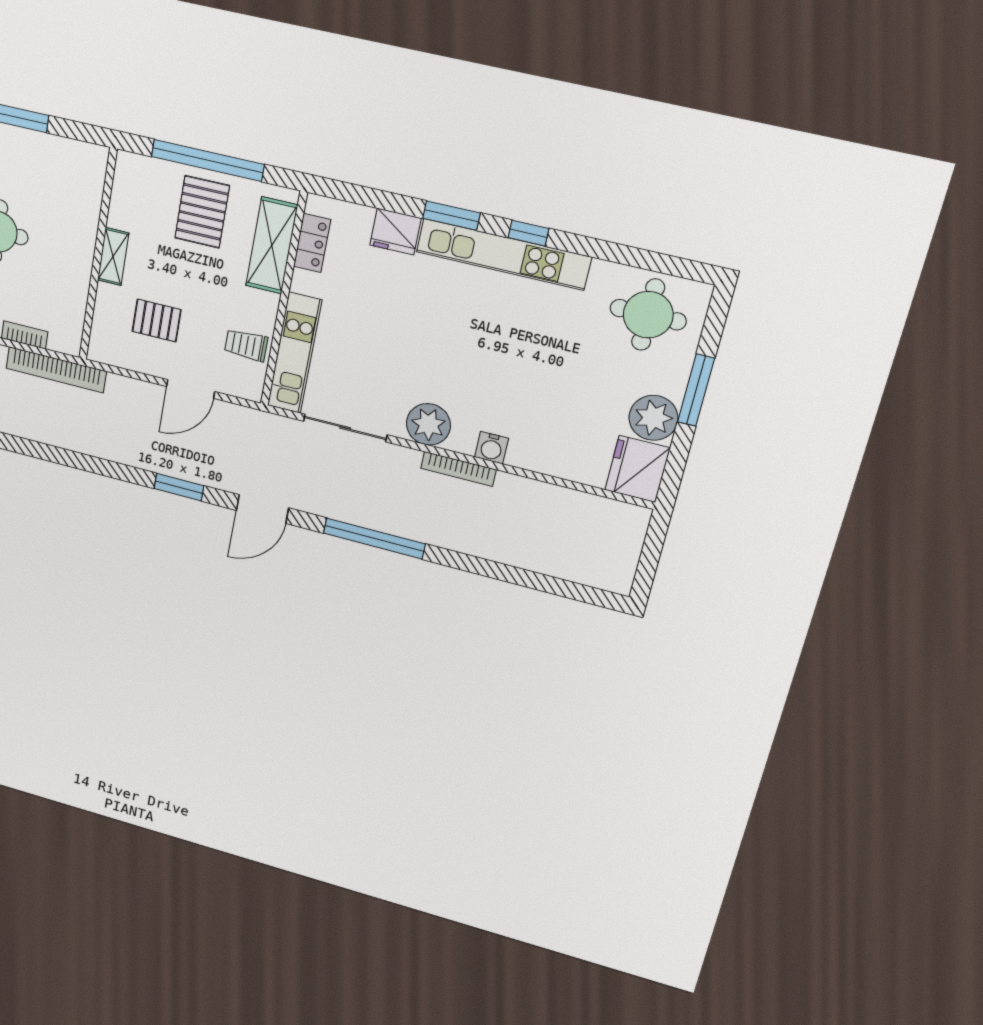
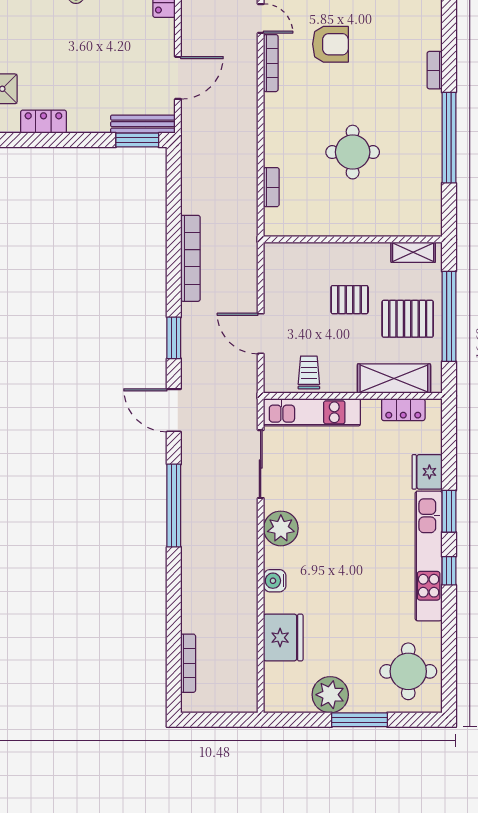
shelving: (113, 257) -> (413, 252), moved
pallet: (157, 321) -> (350, 300), moved, turned 90
bookcase: (56, 370) -> (190, 258), moved, turned 180
bookcase: (458, 469) -> (188, 663), moved, turned 180
fridge: (637, 469) -> (283, 638), moved, turned 90

